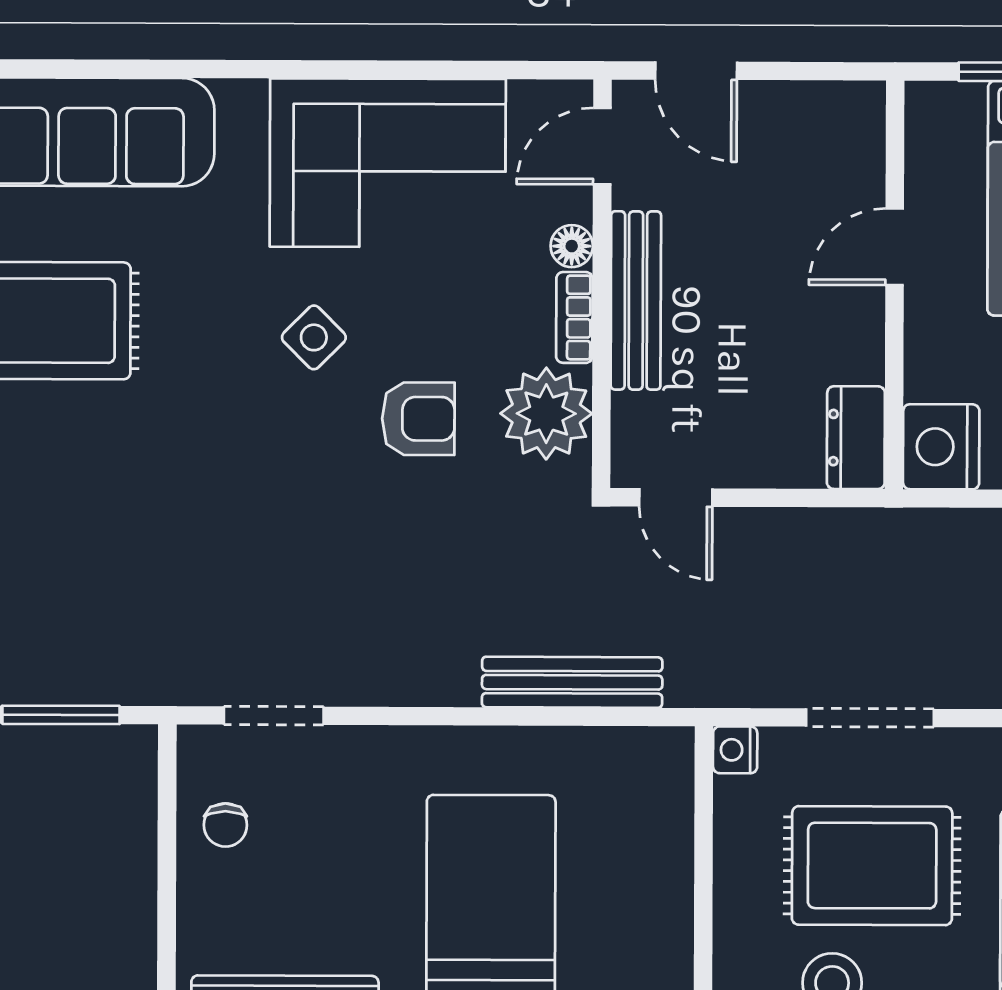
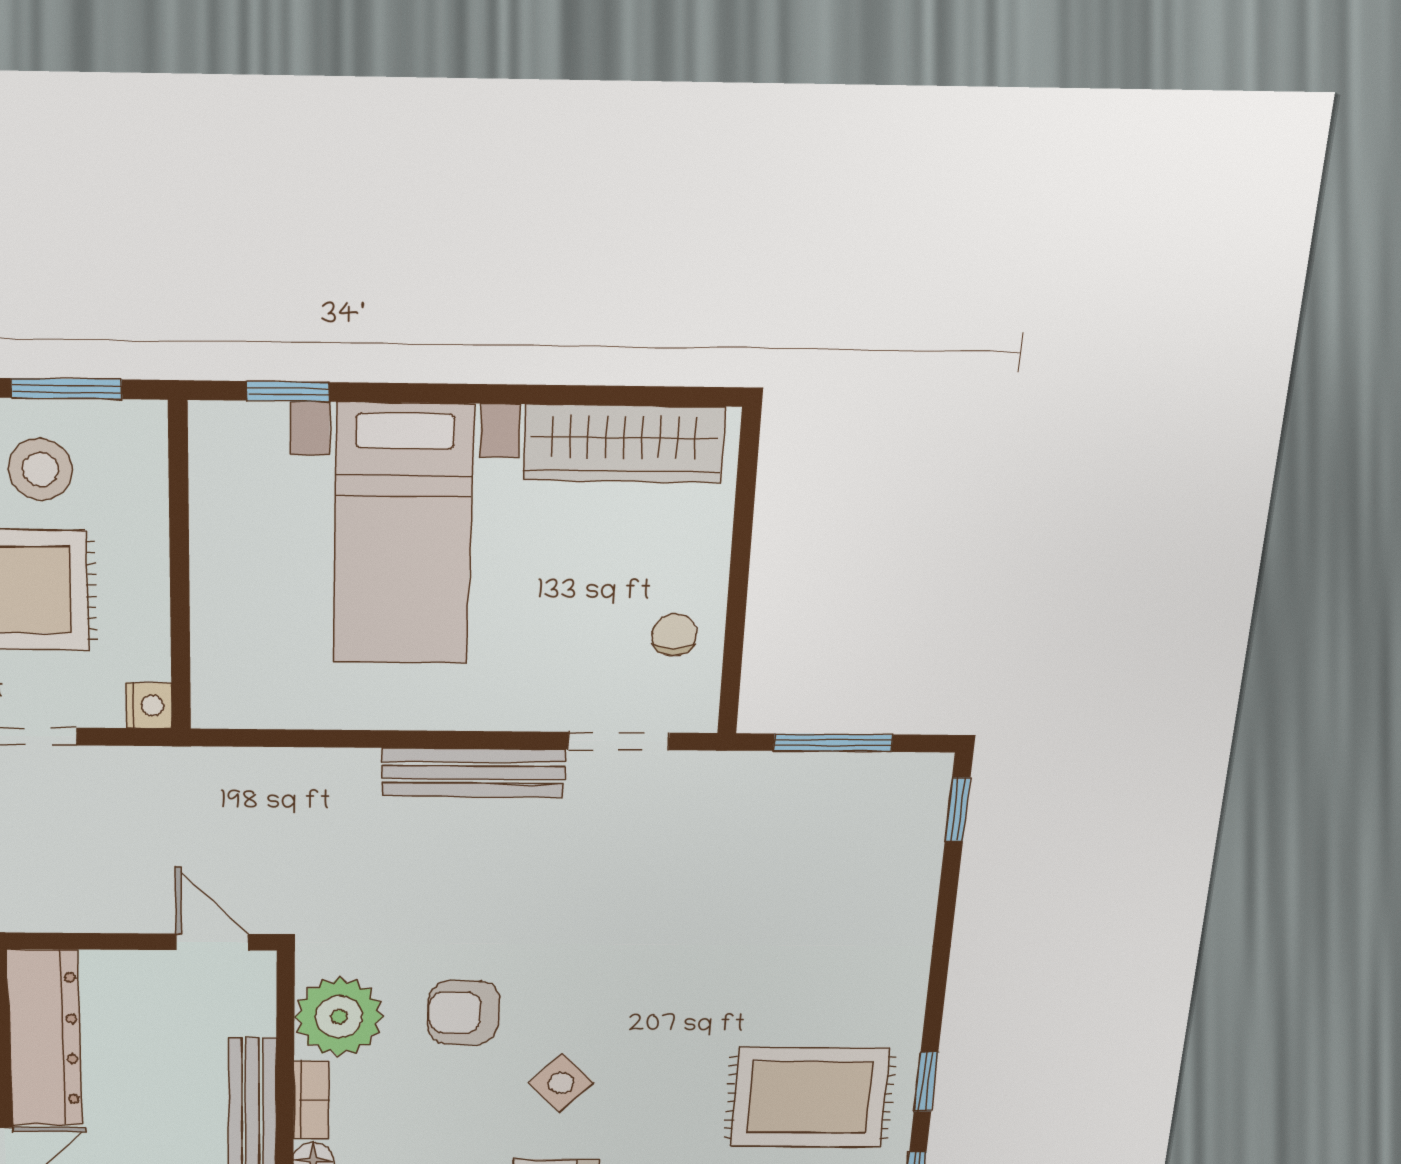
dresser: (856, 438) -> (45, 1039), width x1.96, depth x1.24
bench: (572, 682) -> (473, 773), moved

